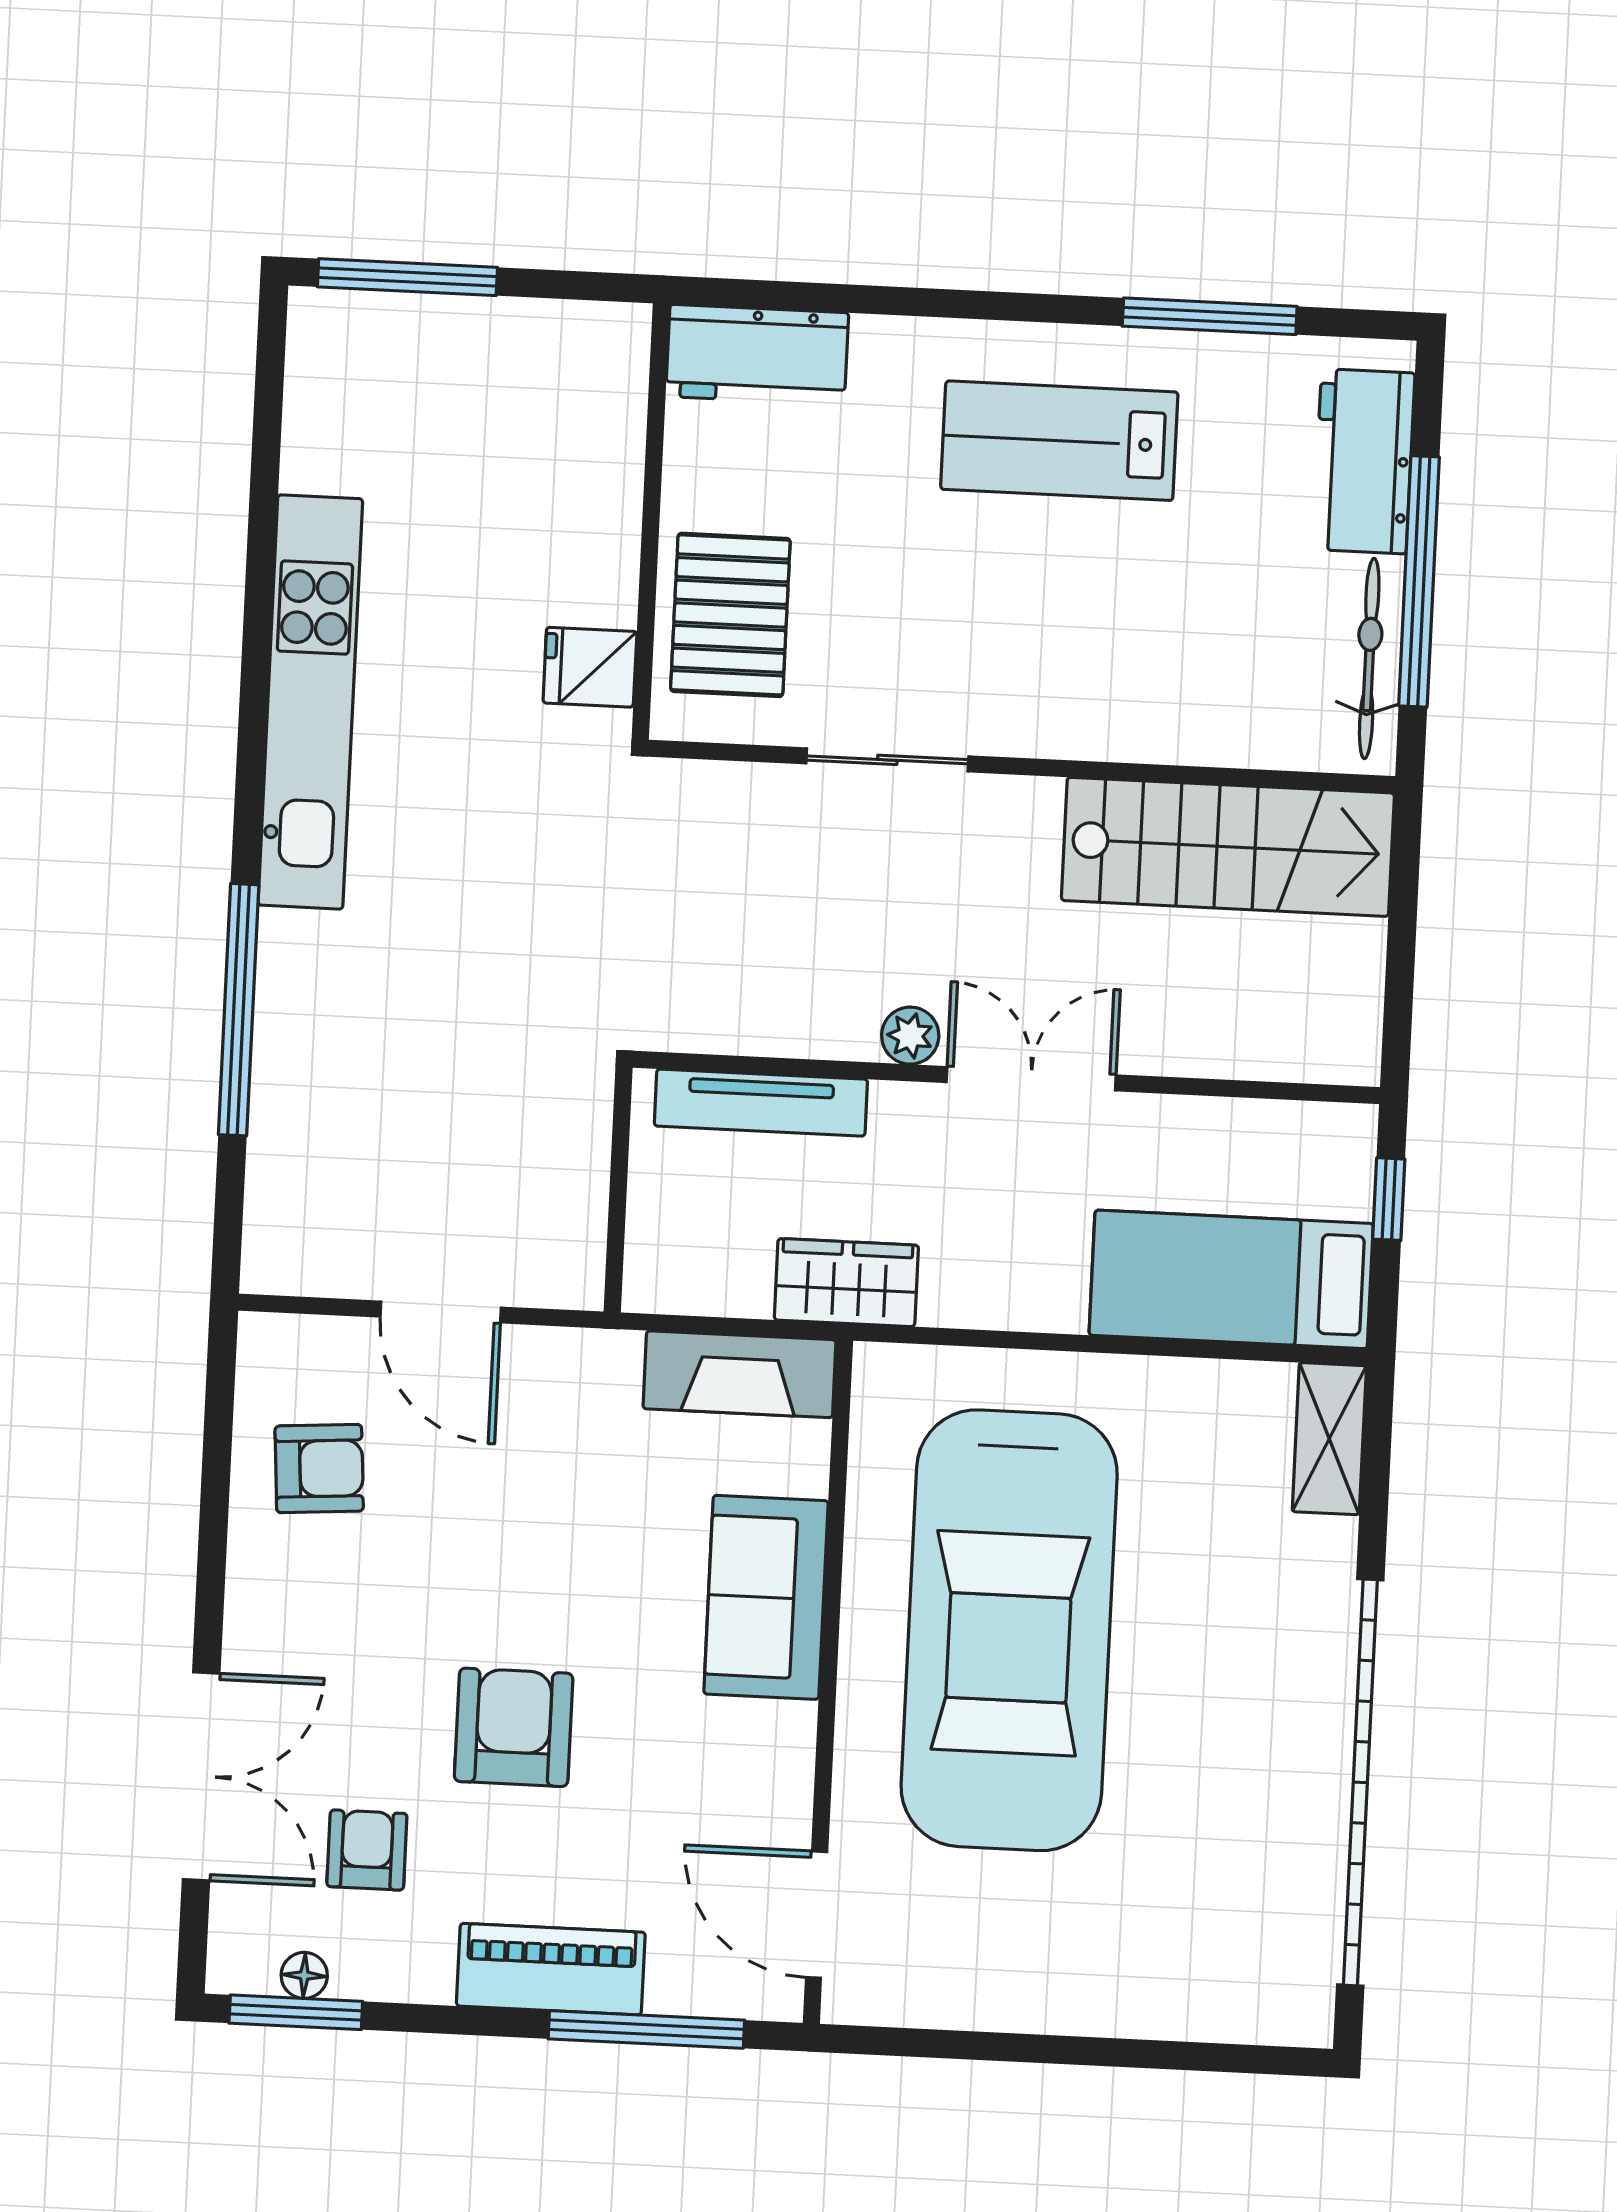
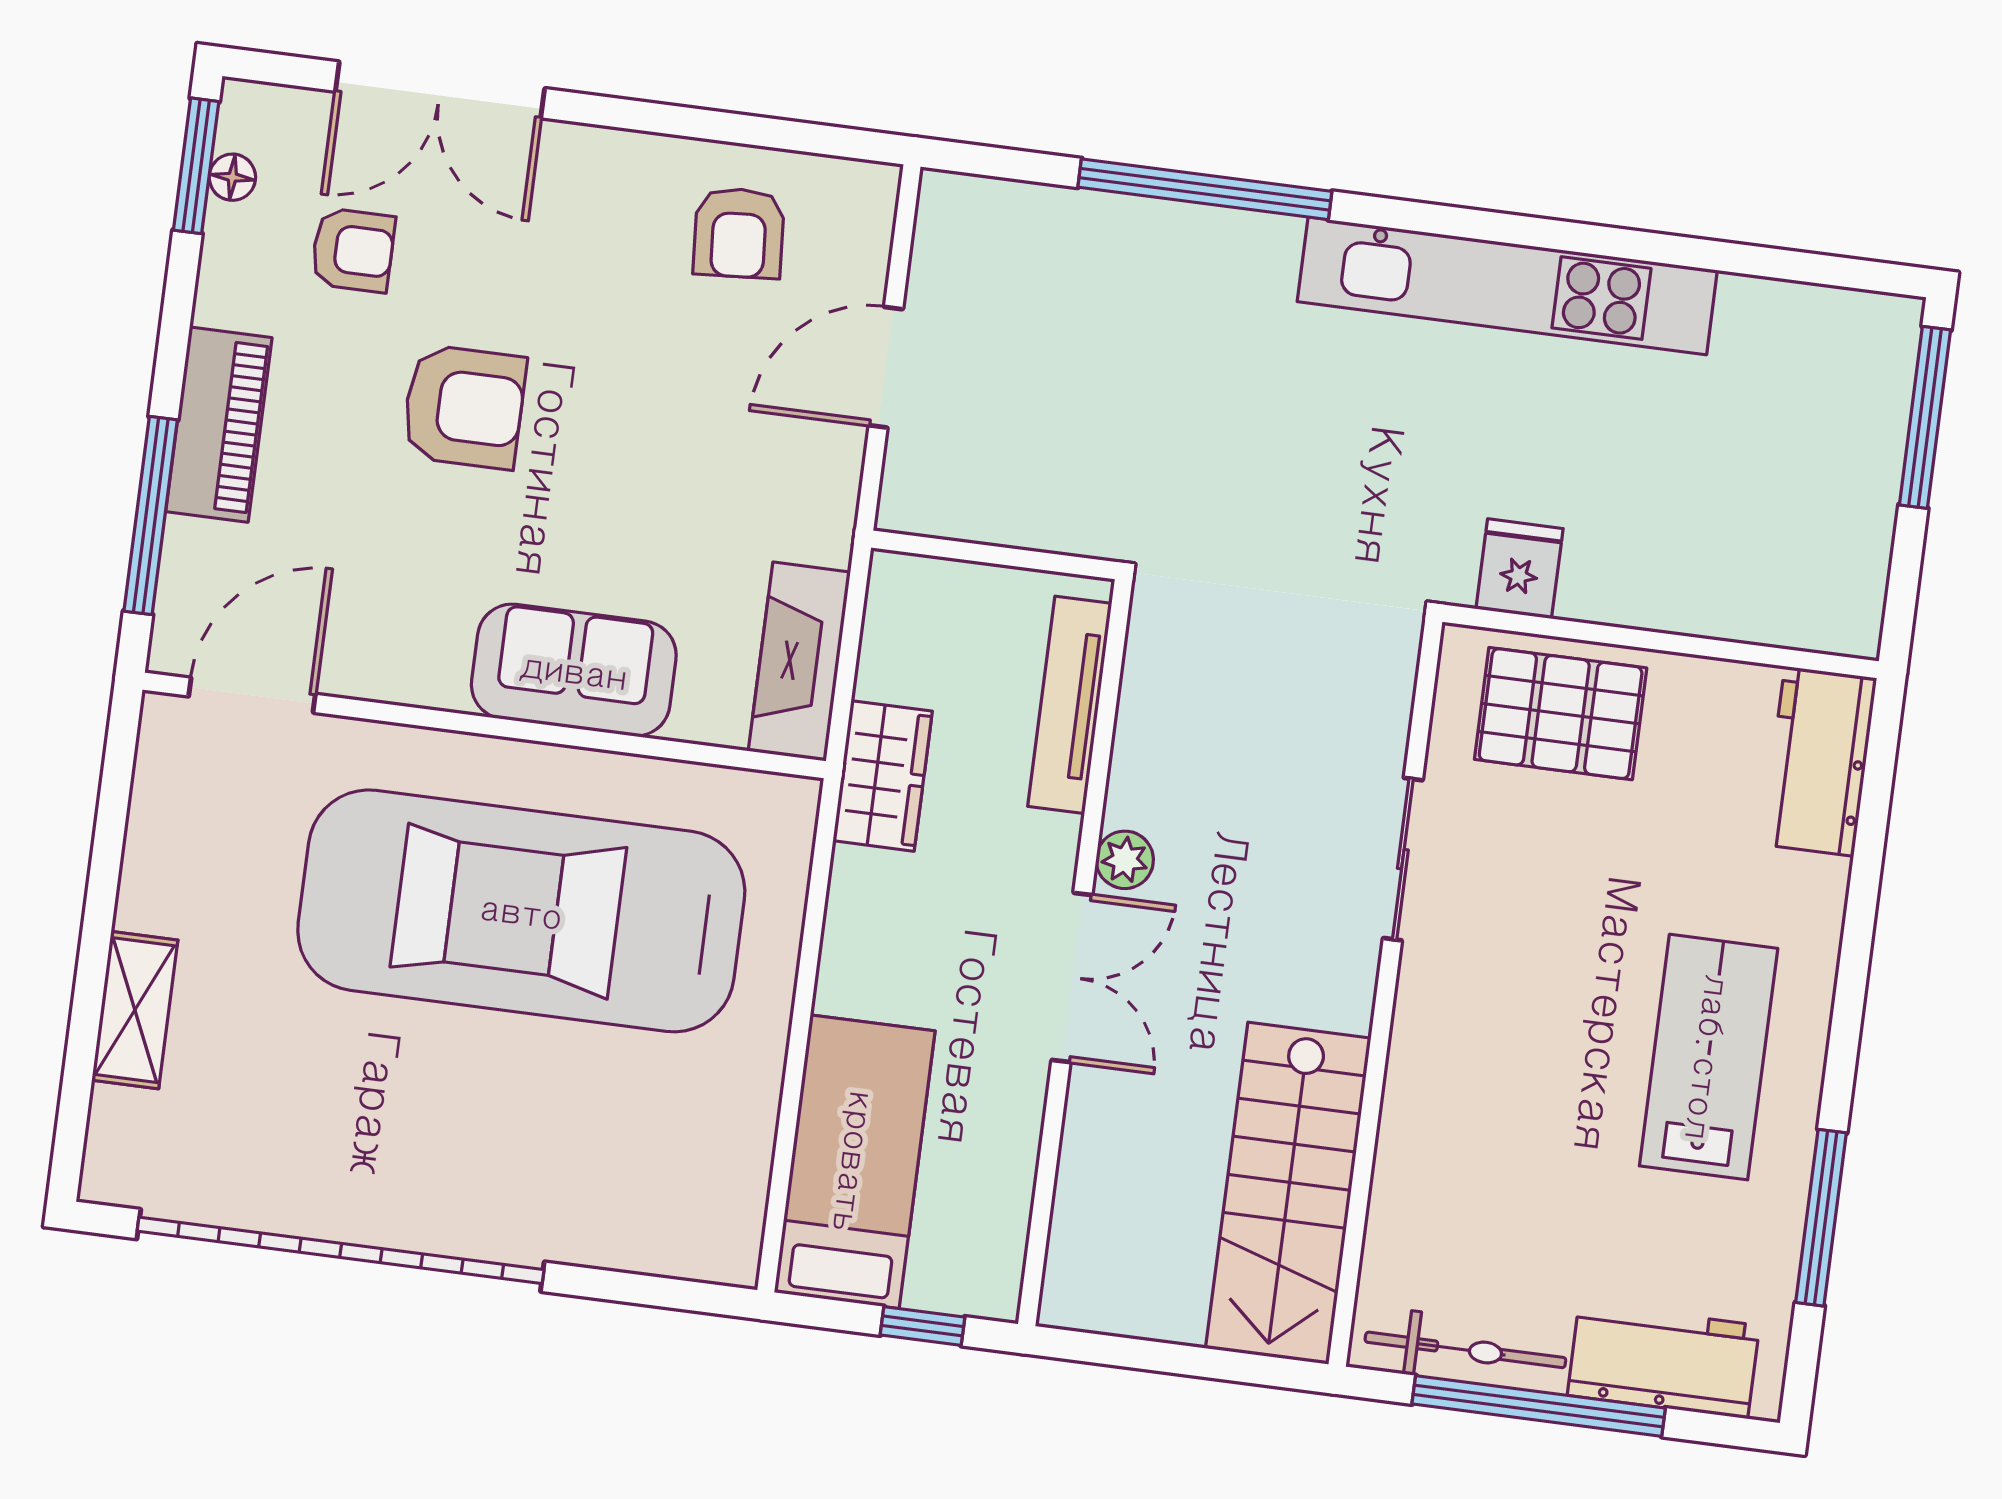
shelving: (1329, 1439) -> (135, 1010), moved, turned 90

